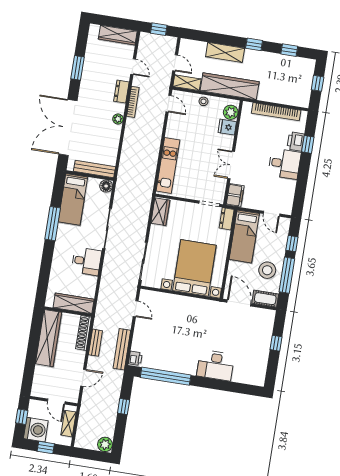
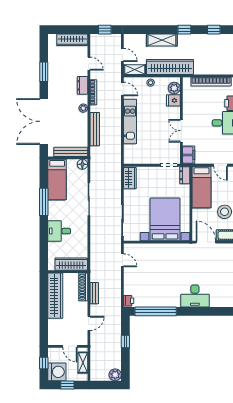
kitchen unit: (168, 166) -> (130, 121), moved
desk: (86, 261) -> (59, 231), moved, turned 180
bench: (122, 349) -> (95, 129), moved

